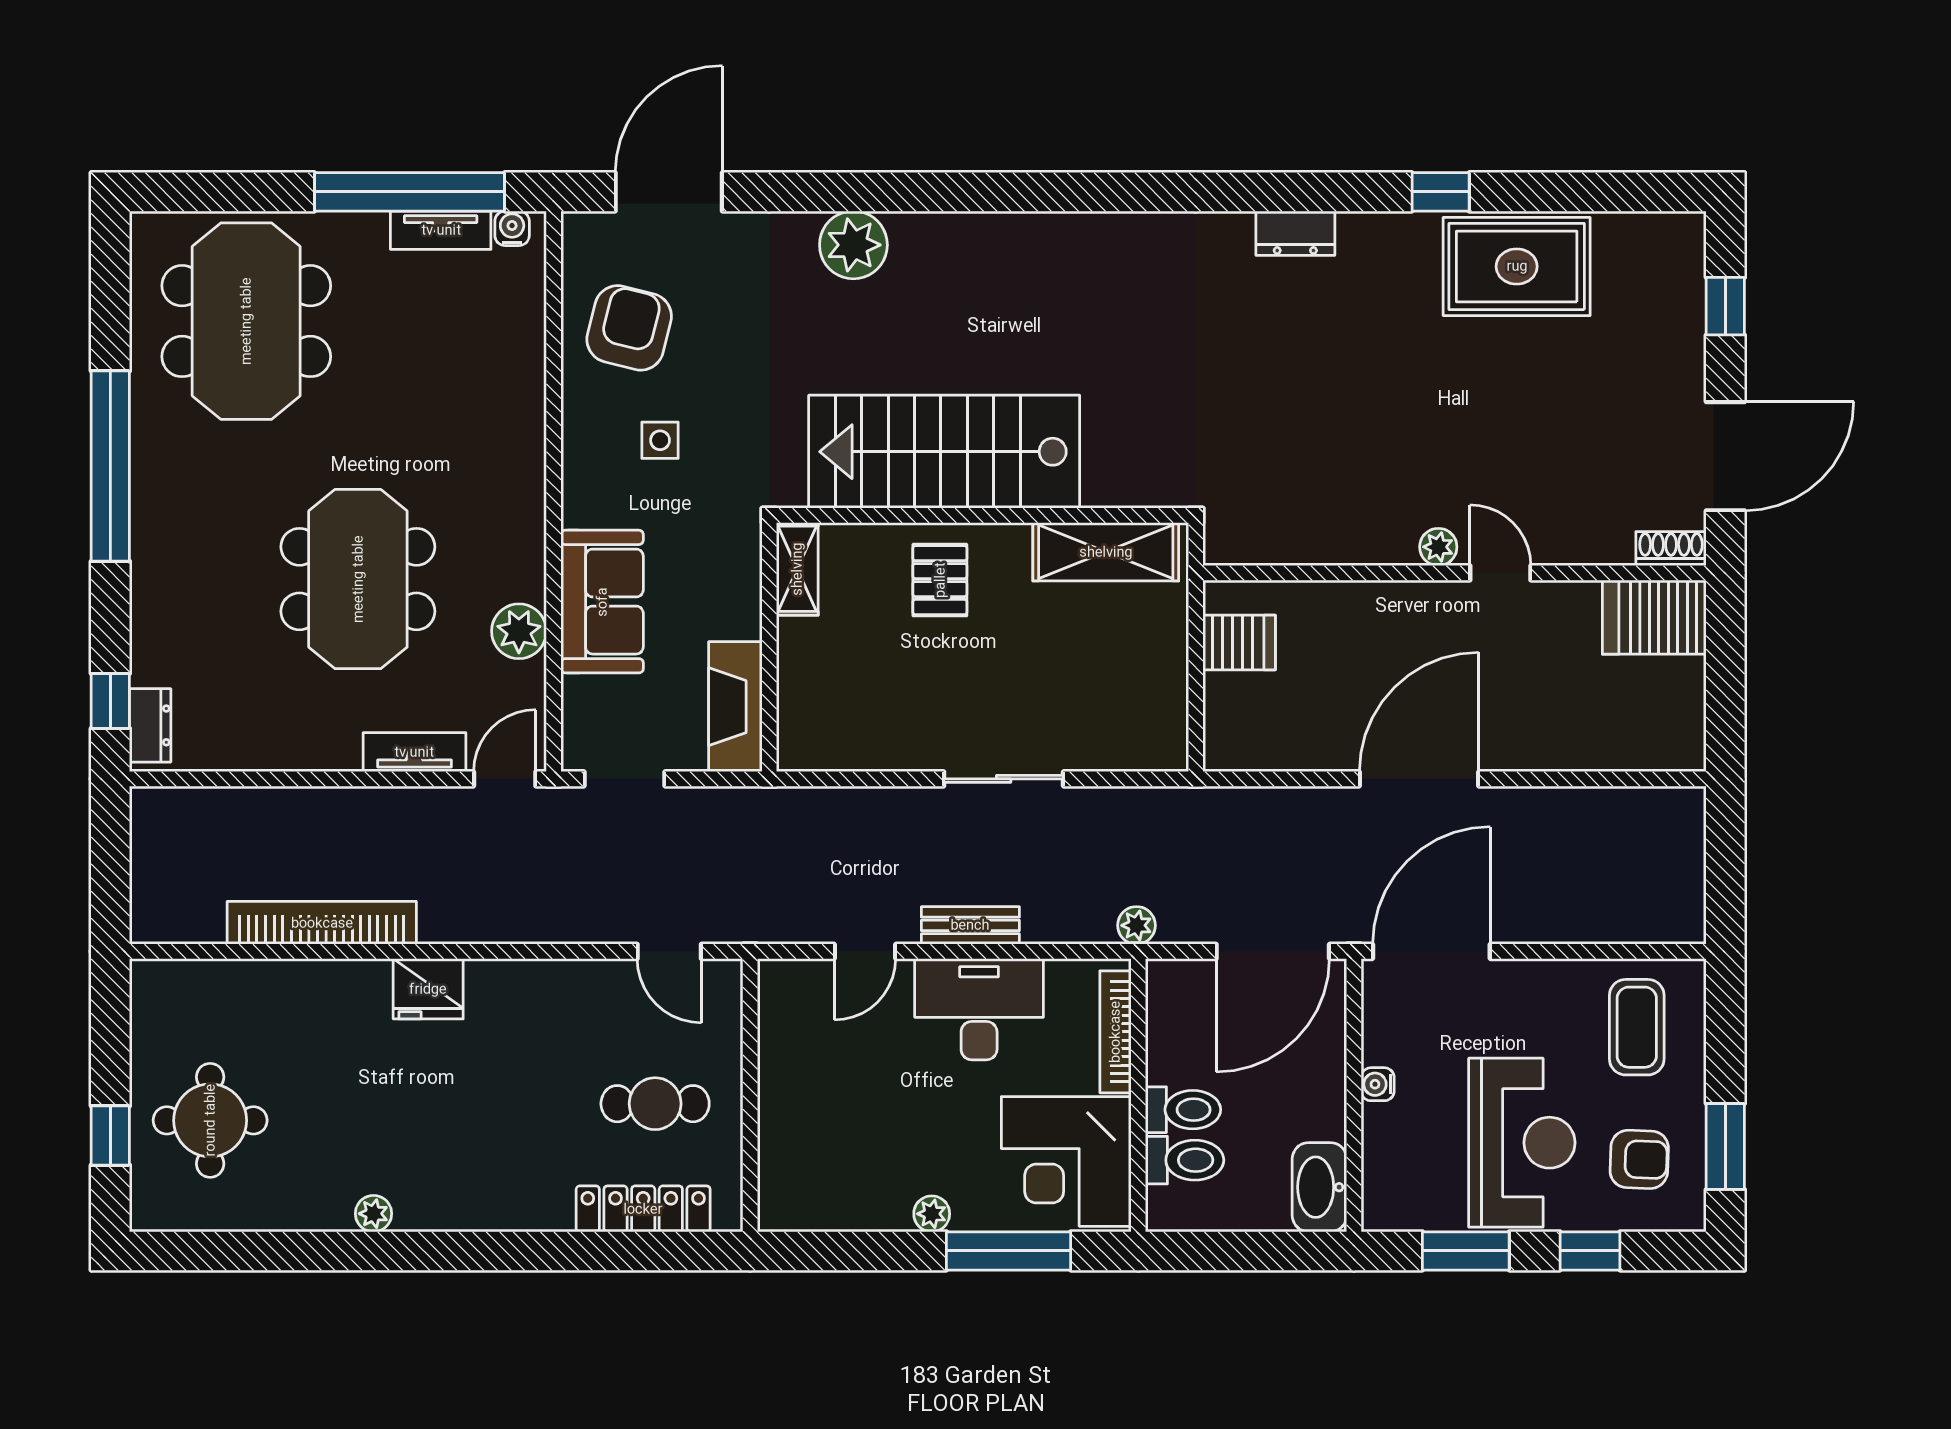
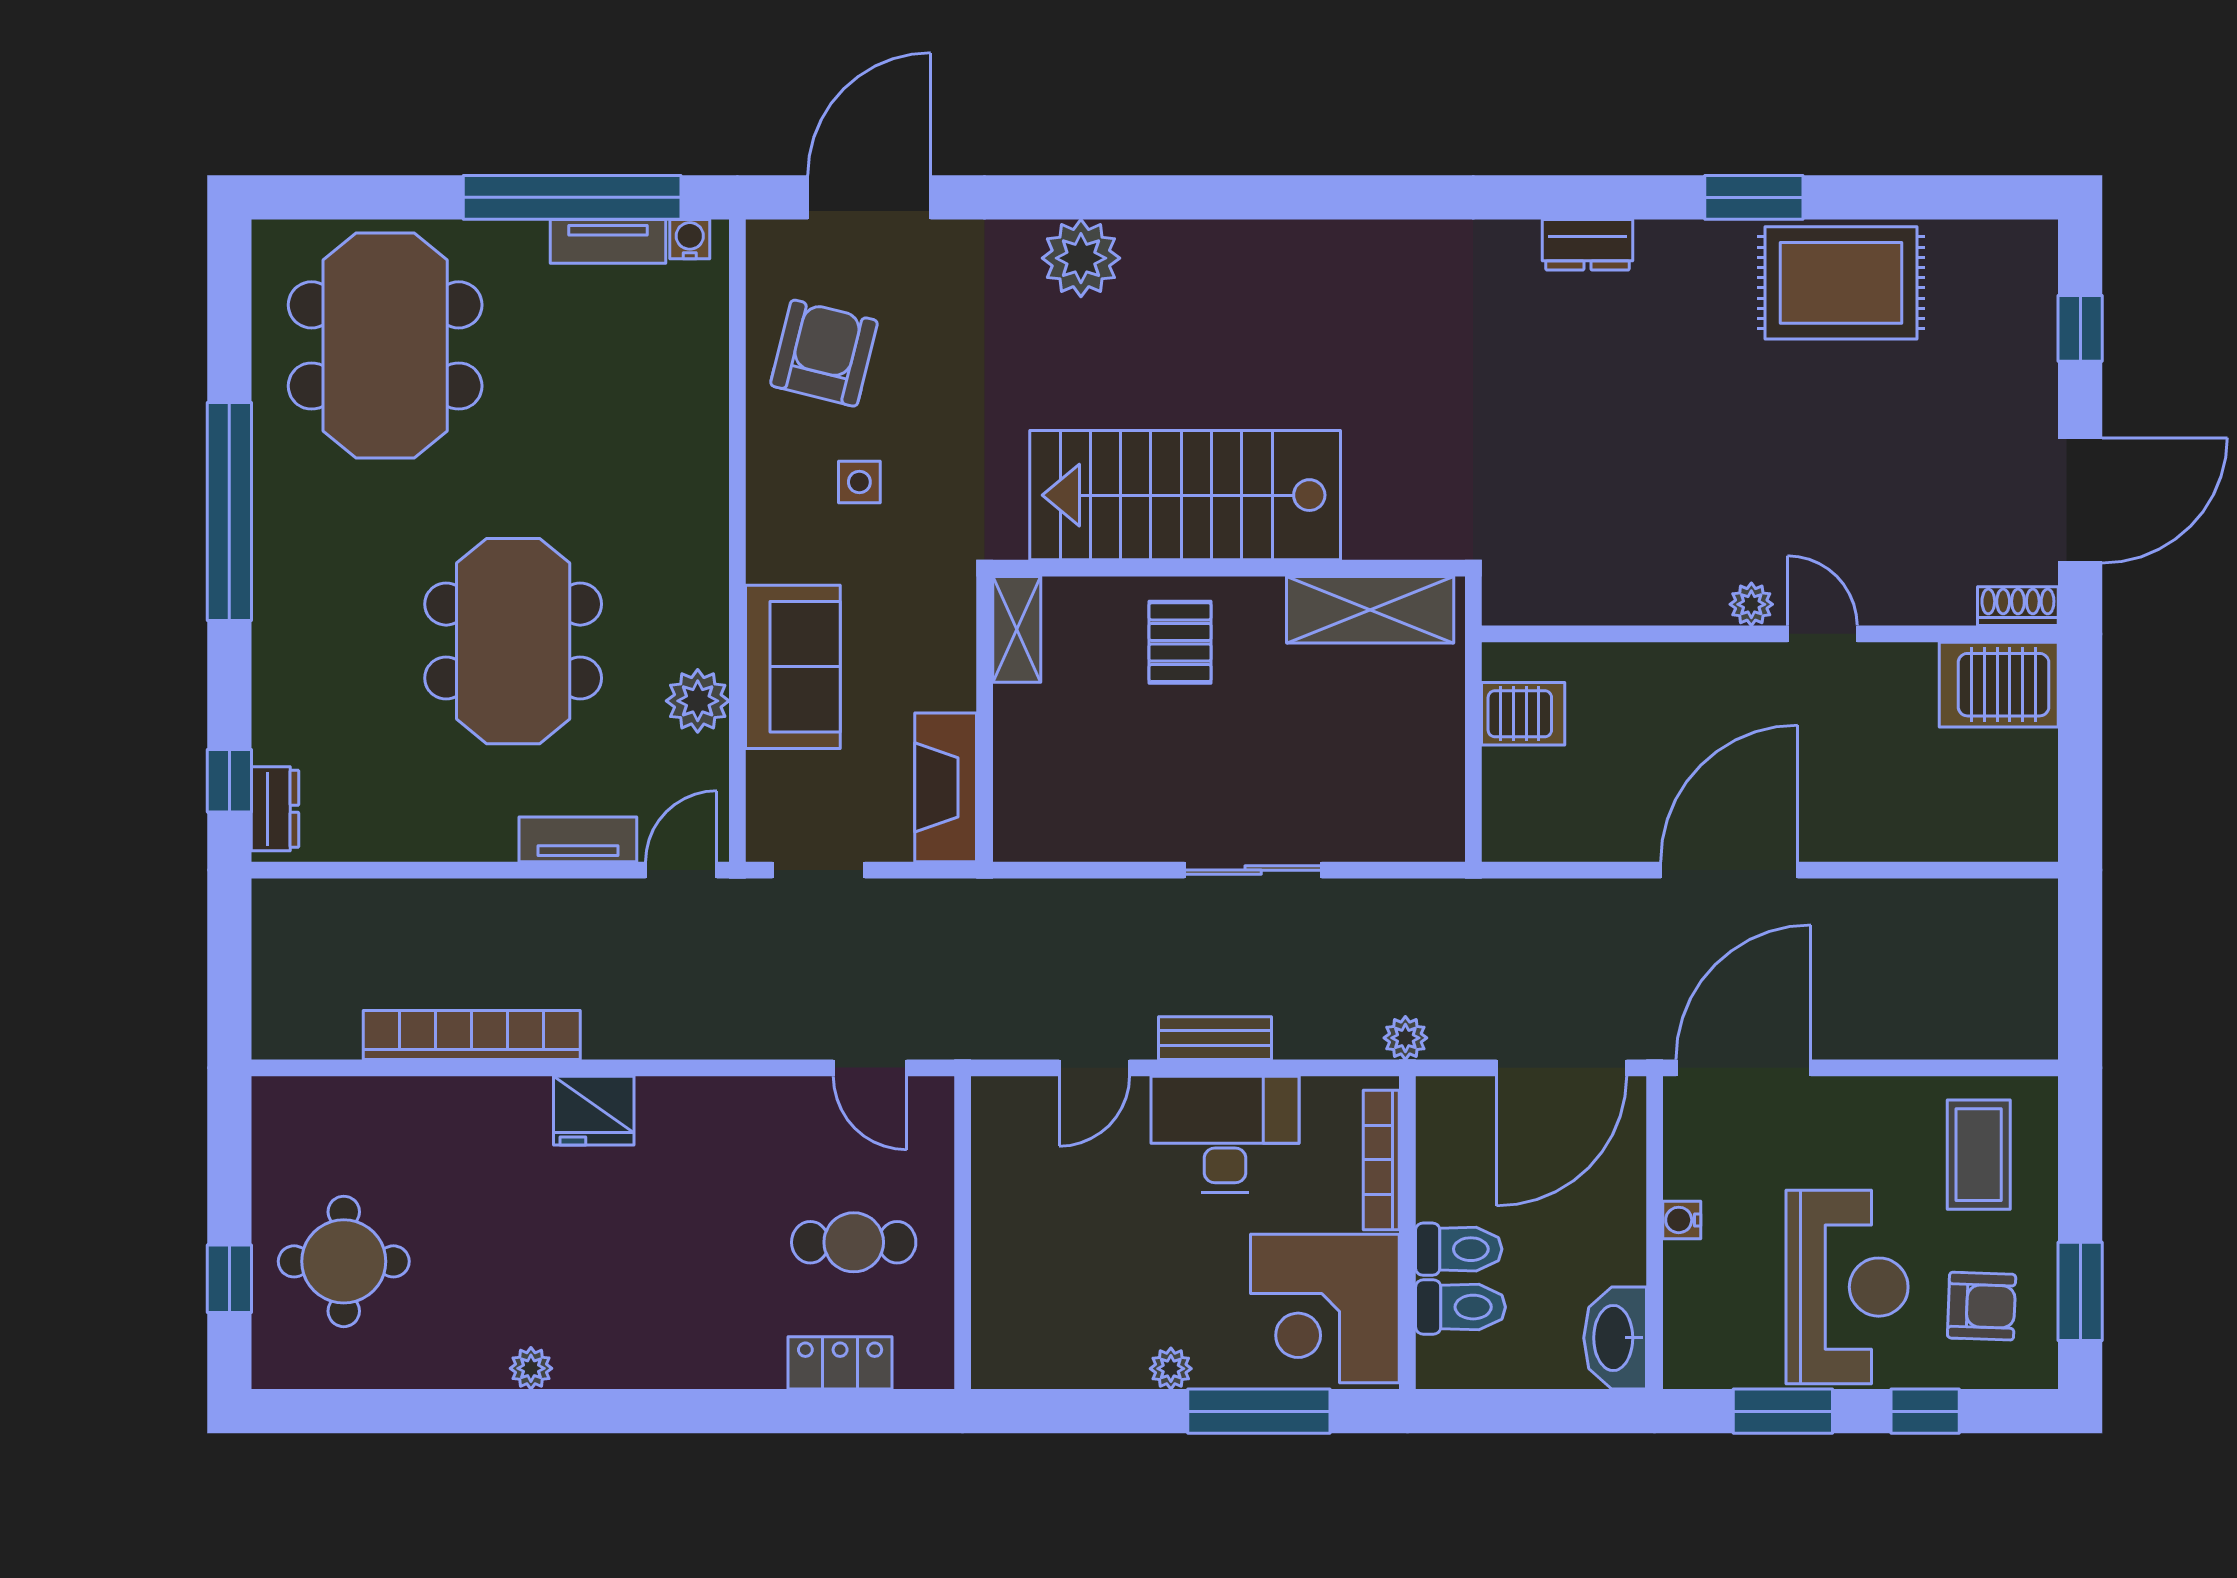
window: (1441, 192) -> (1754, 197), width x1.50
locker: (643, 1209) -> (840, 1363), width x0.66

